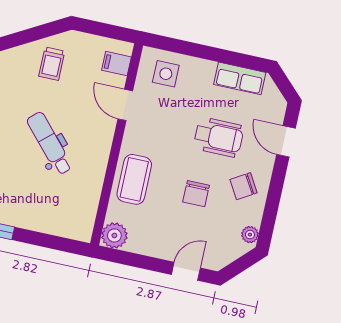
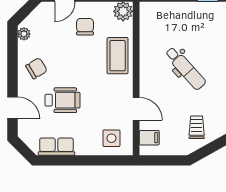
wheelchair: (219, 137) -> (63, 100), turned 180
chair: (196, 194) -> (85, 27), moved

